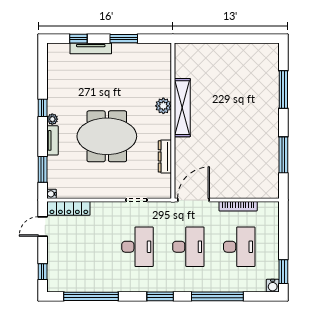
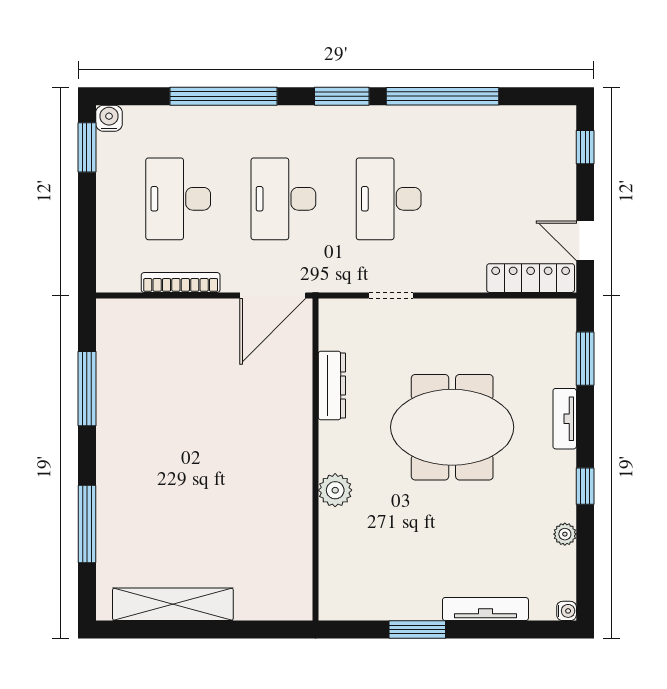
window: (78, 39) -> (511, 629), removed
shelving: (182, 108) -> (173, 604), moved, turned 90
plant: (52, 119) -> (565, 534), moved
water cooler: (52, 194) -> (567, 611), moved
door: (43, 226) -> (585, 241), swing flipped
window: (91, 296) -> (442, 96), moved

